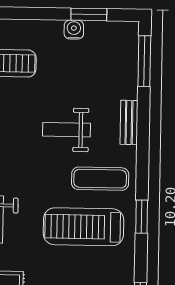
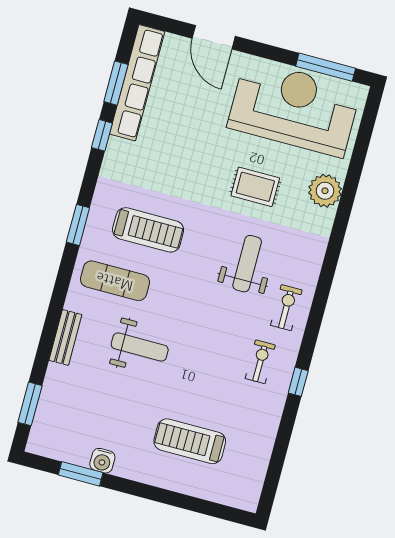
window: (144, 61) -> (30, 404), width x0.69
treadmill: (83, 227) -> (148, 230), width x0.73, depth x0.73

